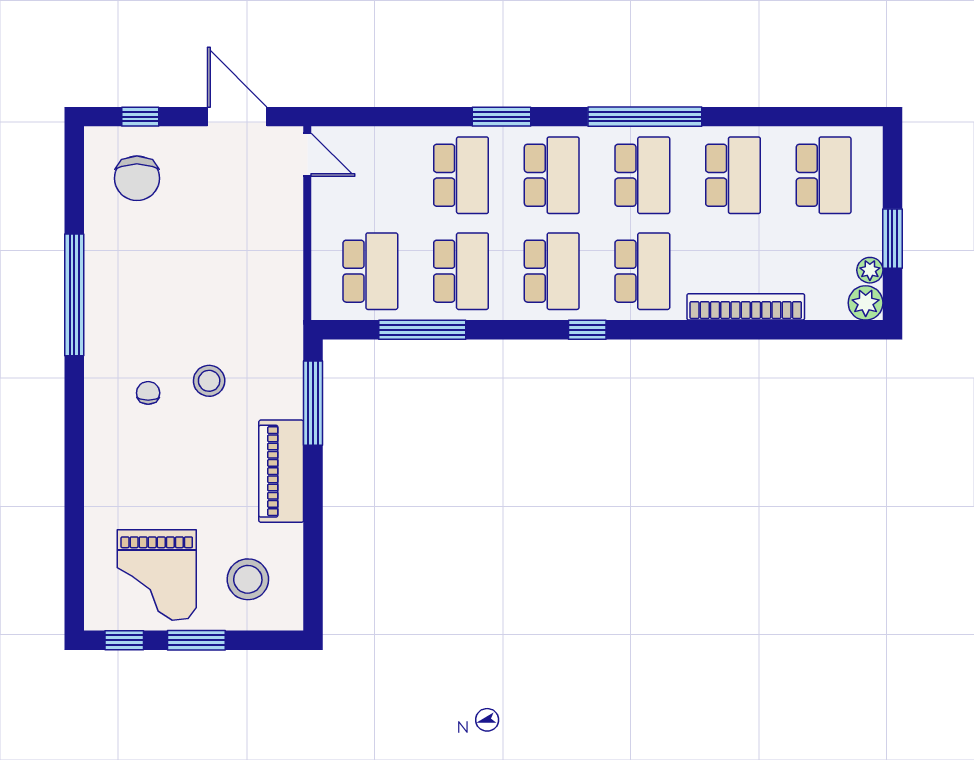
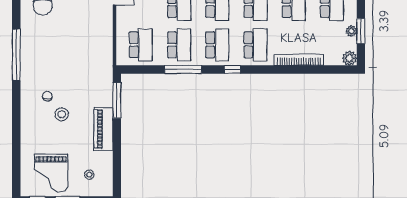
plant: (870, 270) -> (351, 31), moved
window: (422, 330) -> (183, 70), moved
stool: (209, 381) -> (62, 114), moved
stool: (248, 579) -> (89, 175), width x0.53, depth x0.53

